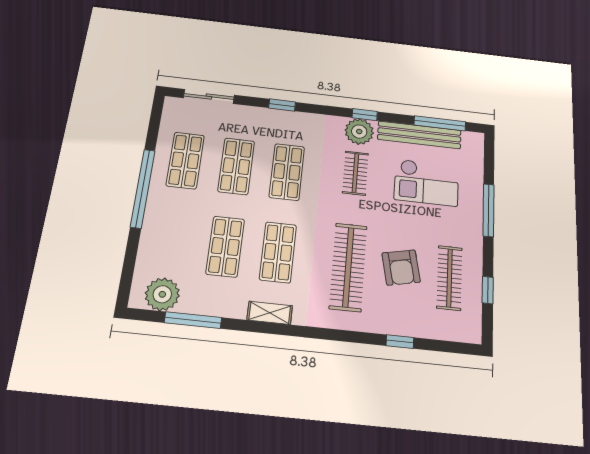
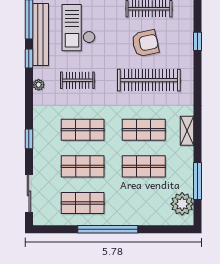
window: (365, 115) -> (29, 59), moved
plant: (359, 132) -> (39, 85), width x0.53, depth x0.53
checkout: (427, 183) -> (79, 28), turned 180

